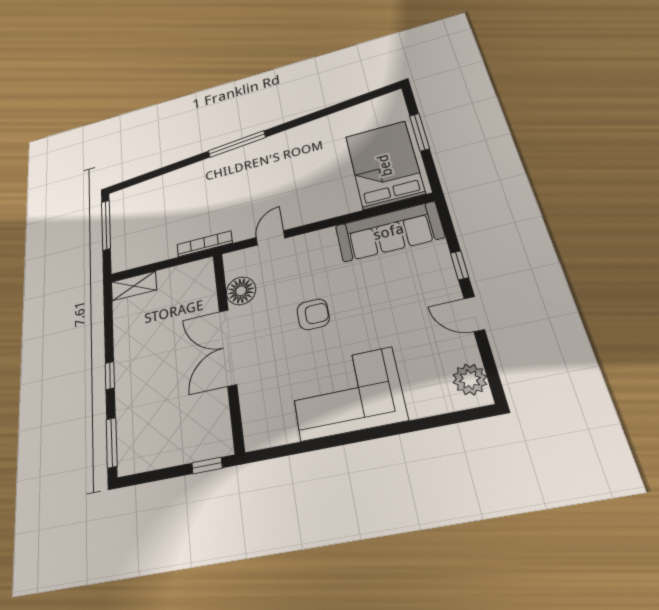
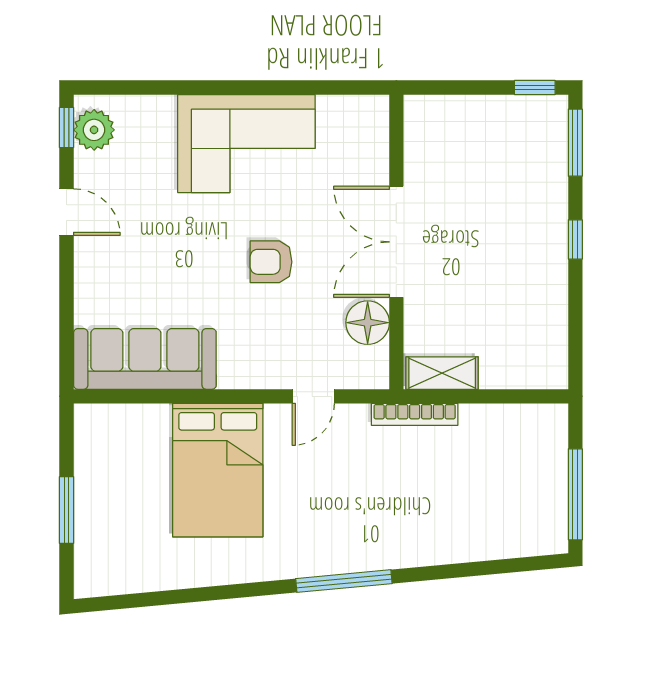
bed: (385, 165) -> (218, 470), moved
window: (460, 265) -> (67, 128), moved
shelving: (134, 286) -> (442, 373), moved
double door: (228, 347) -> (396, 242), swing flipped
window: (207, 466) -> (535, 87), moved

